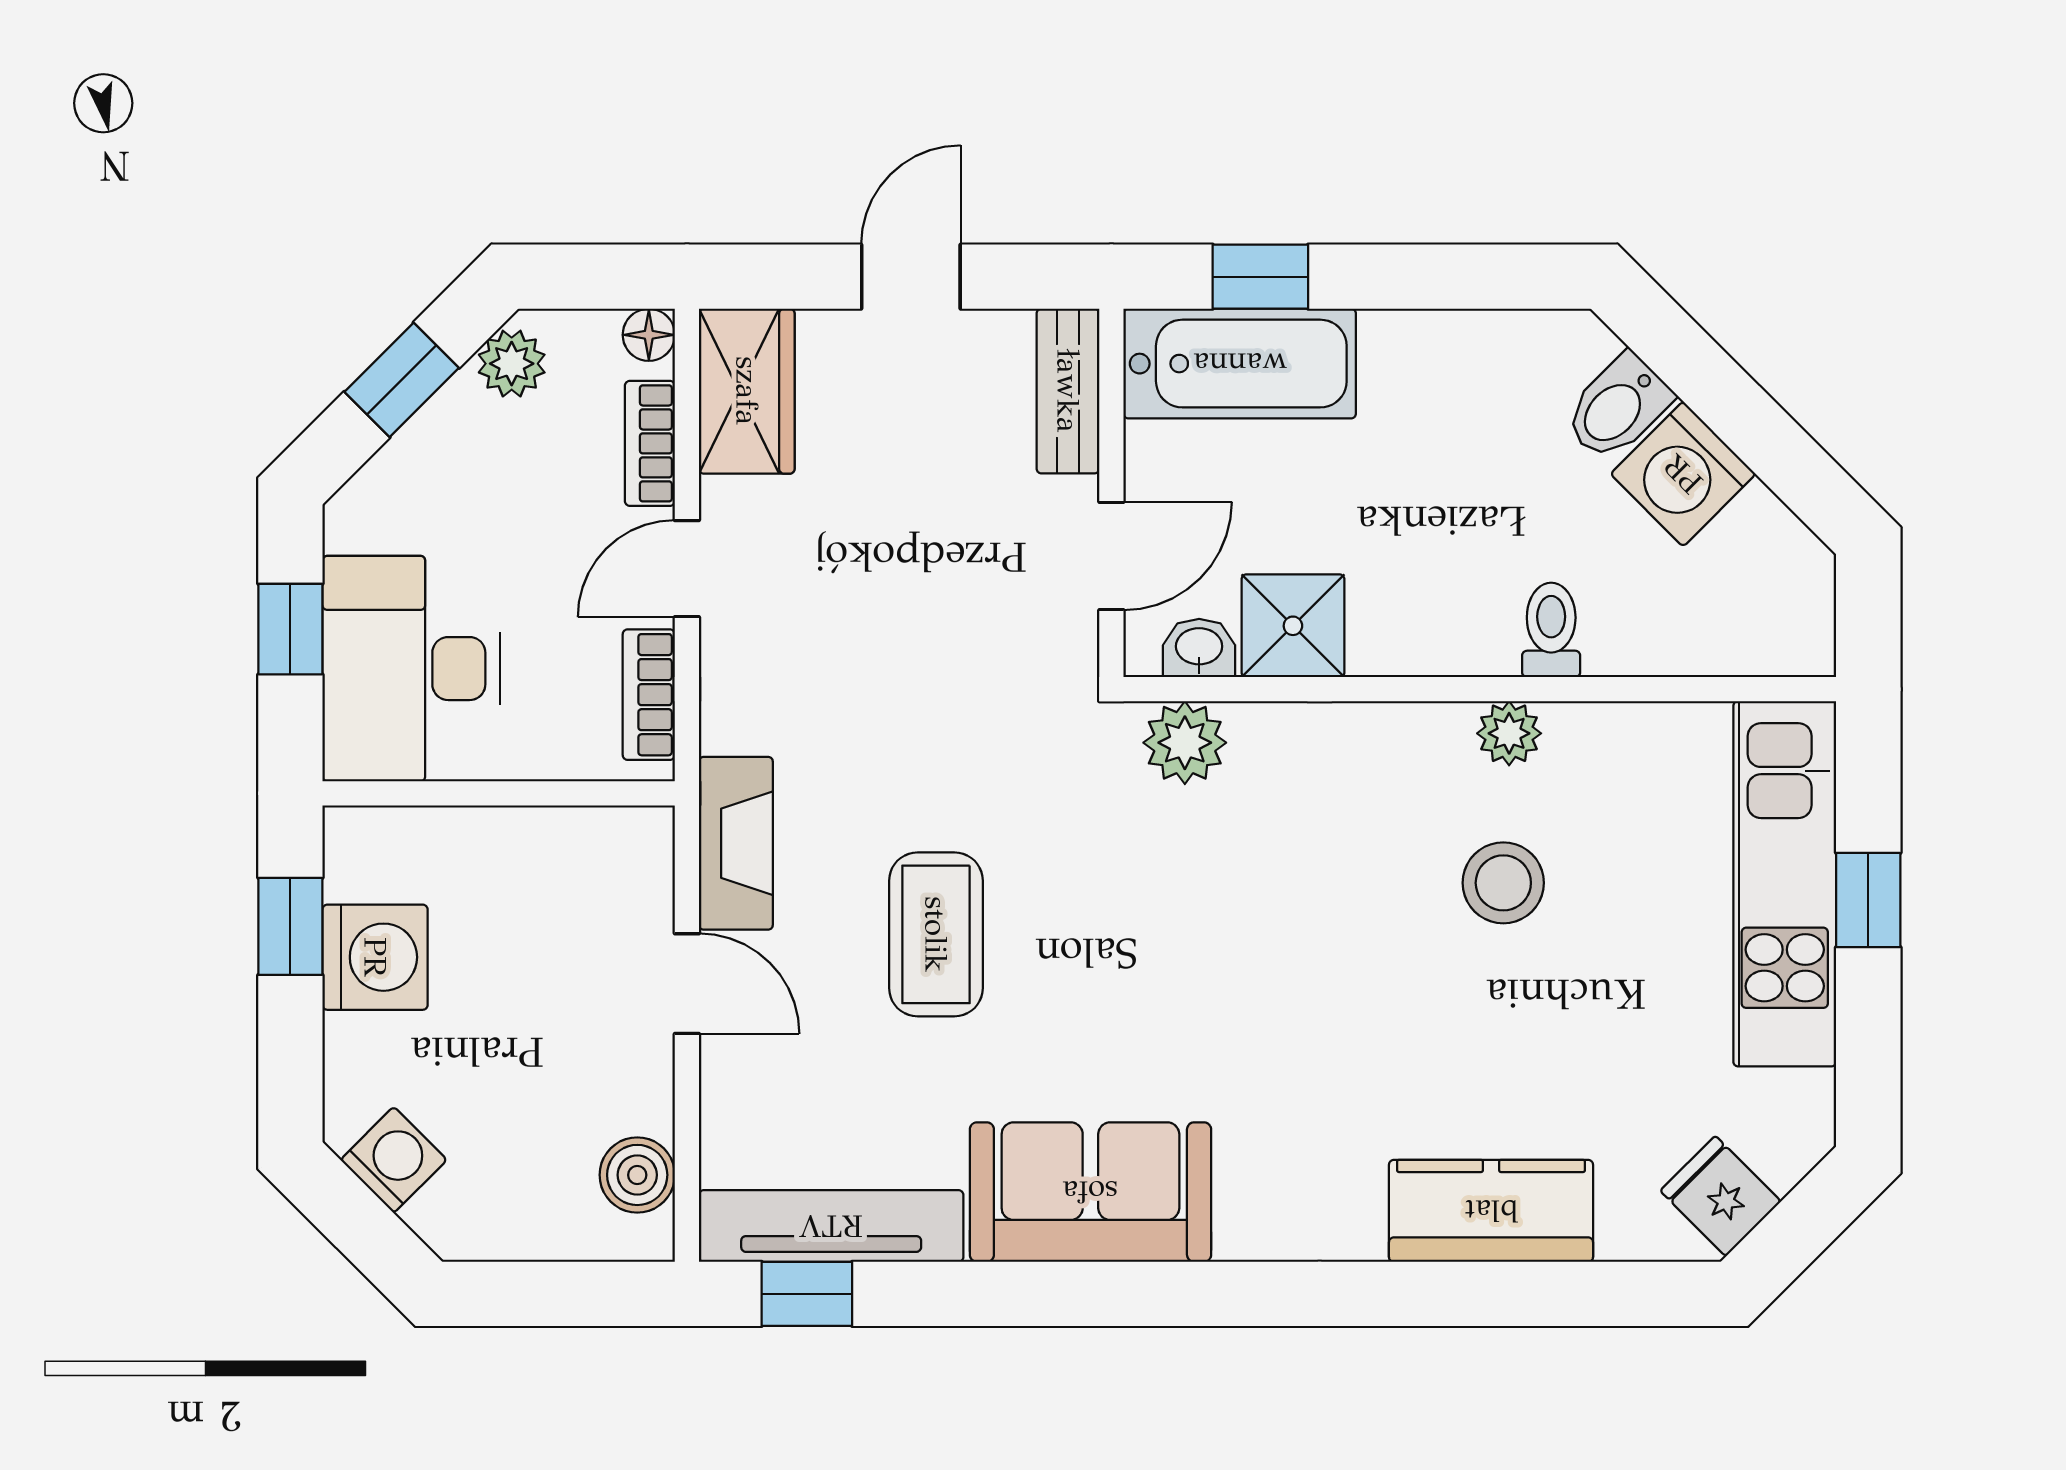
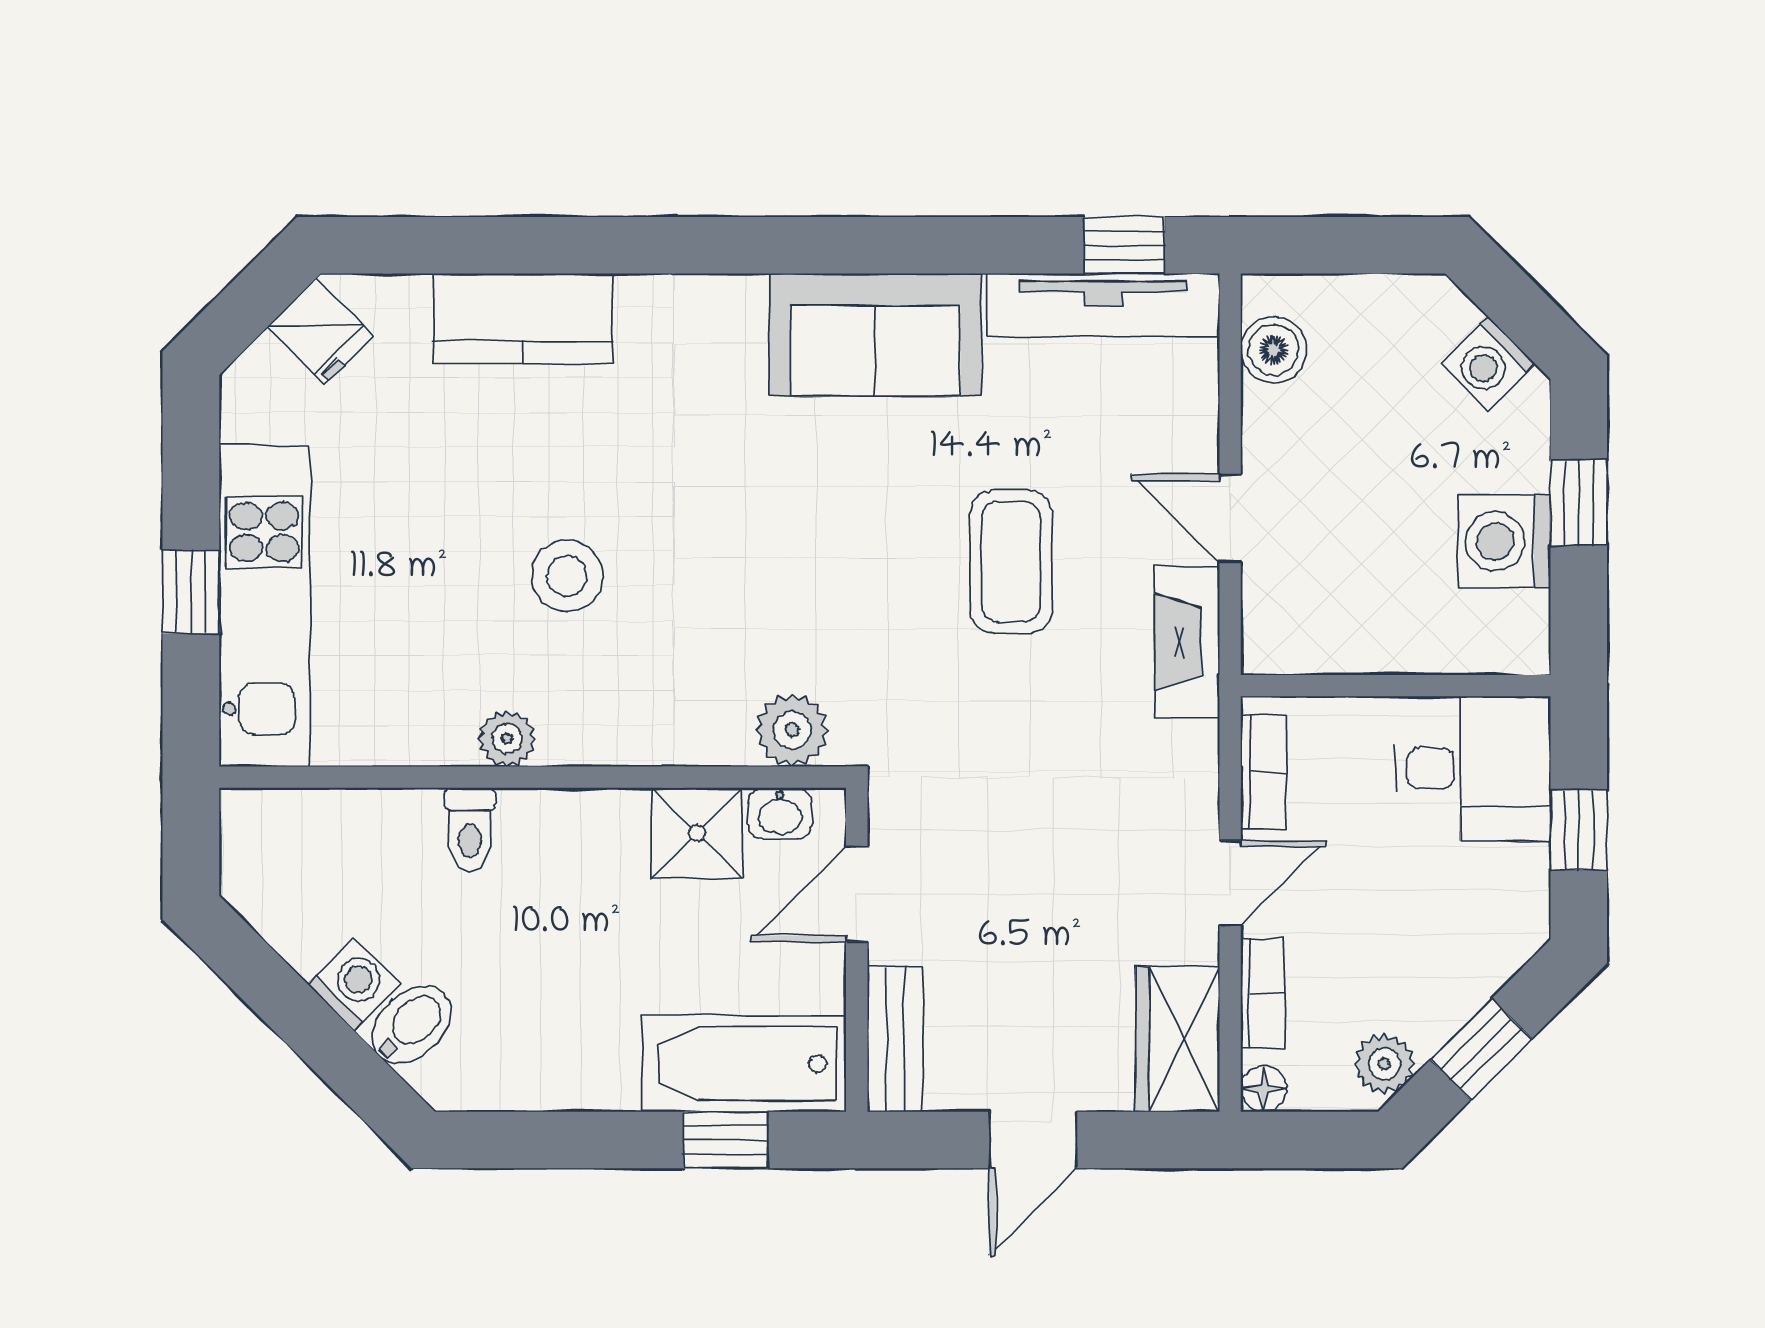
washing machine: (1683, 474) -> (354, 984), width x0.73, depth x0.73
desk: (411, 669) -> (1473, 768), width x0.73
stool: (1503, 883) -> (567, 576), moved
window: (290, 926) -> (1579, 503), moved

